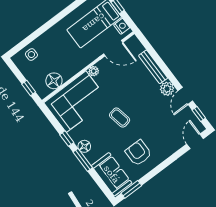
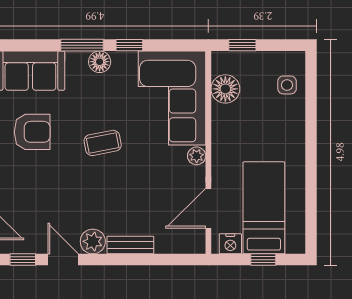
bench: (153, 67) -> (130, 245), width x0.73

